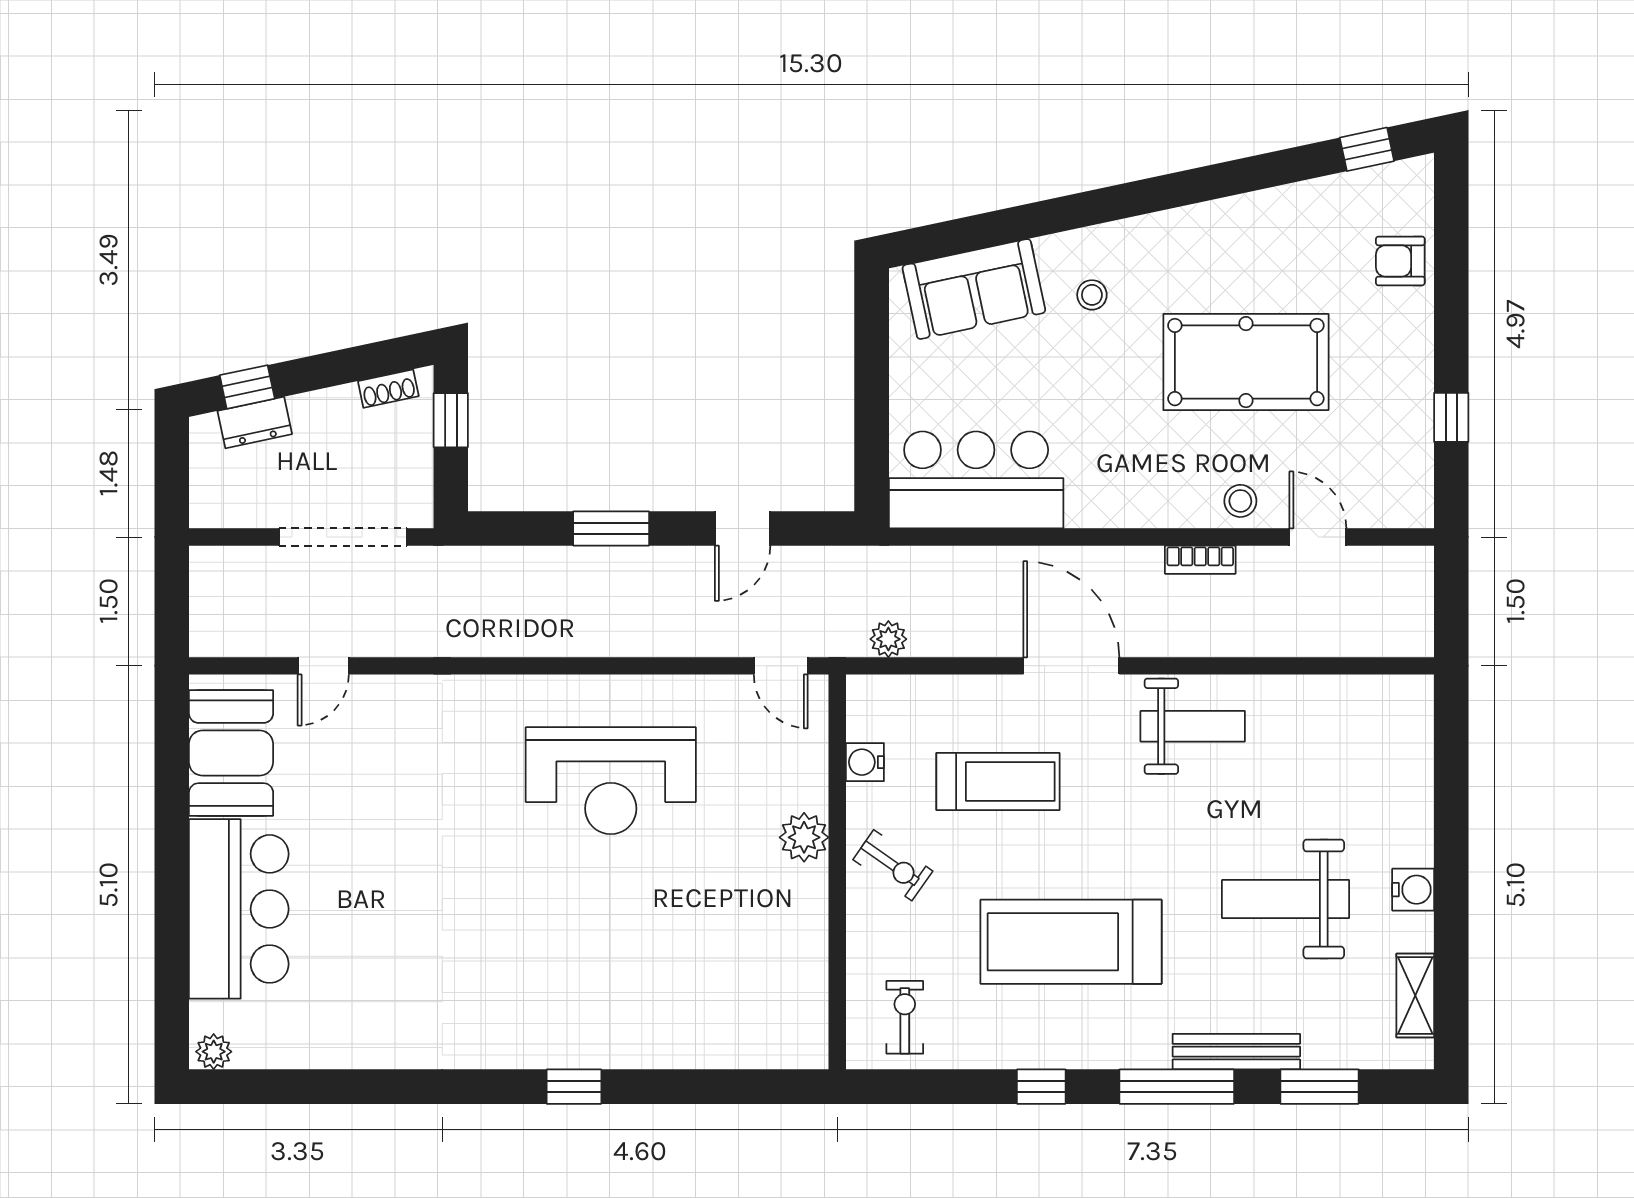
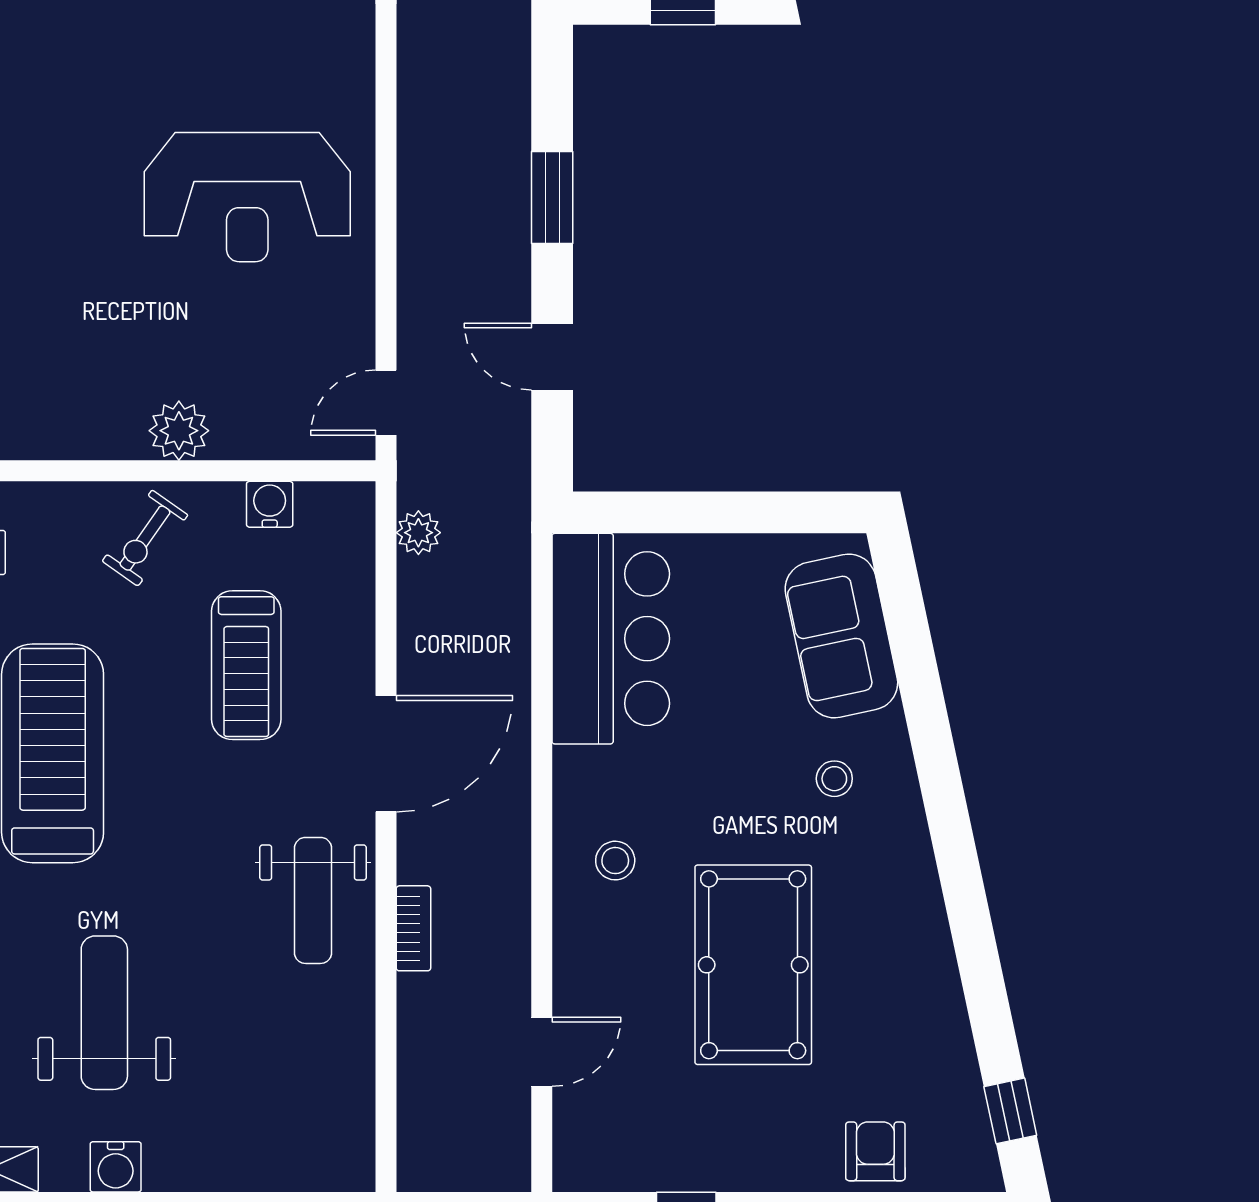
stool: (1240, 501) -> (615, 861), moved
bookcase: (1200, 560) -> (413, 928), moved, turned 180
reception desk: (611, 781) -> (247, 197), turned -90

